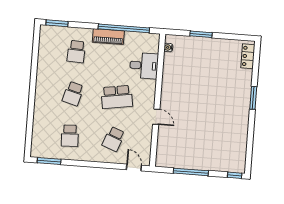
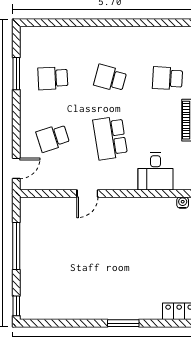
school desk: (114, 139) -> (53, 138), turned -39
window: (49, 161) -> (16, 74), moved

